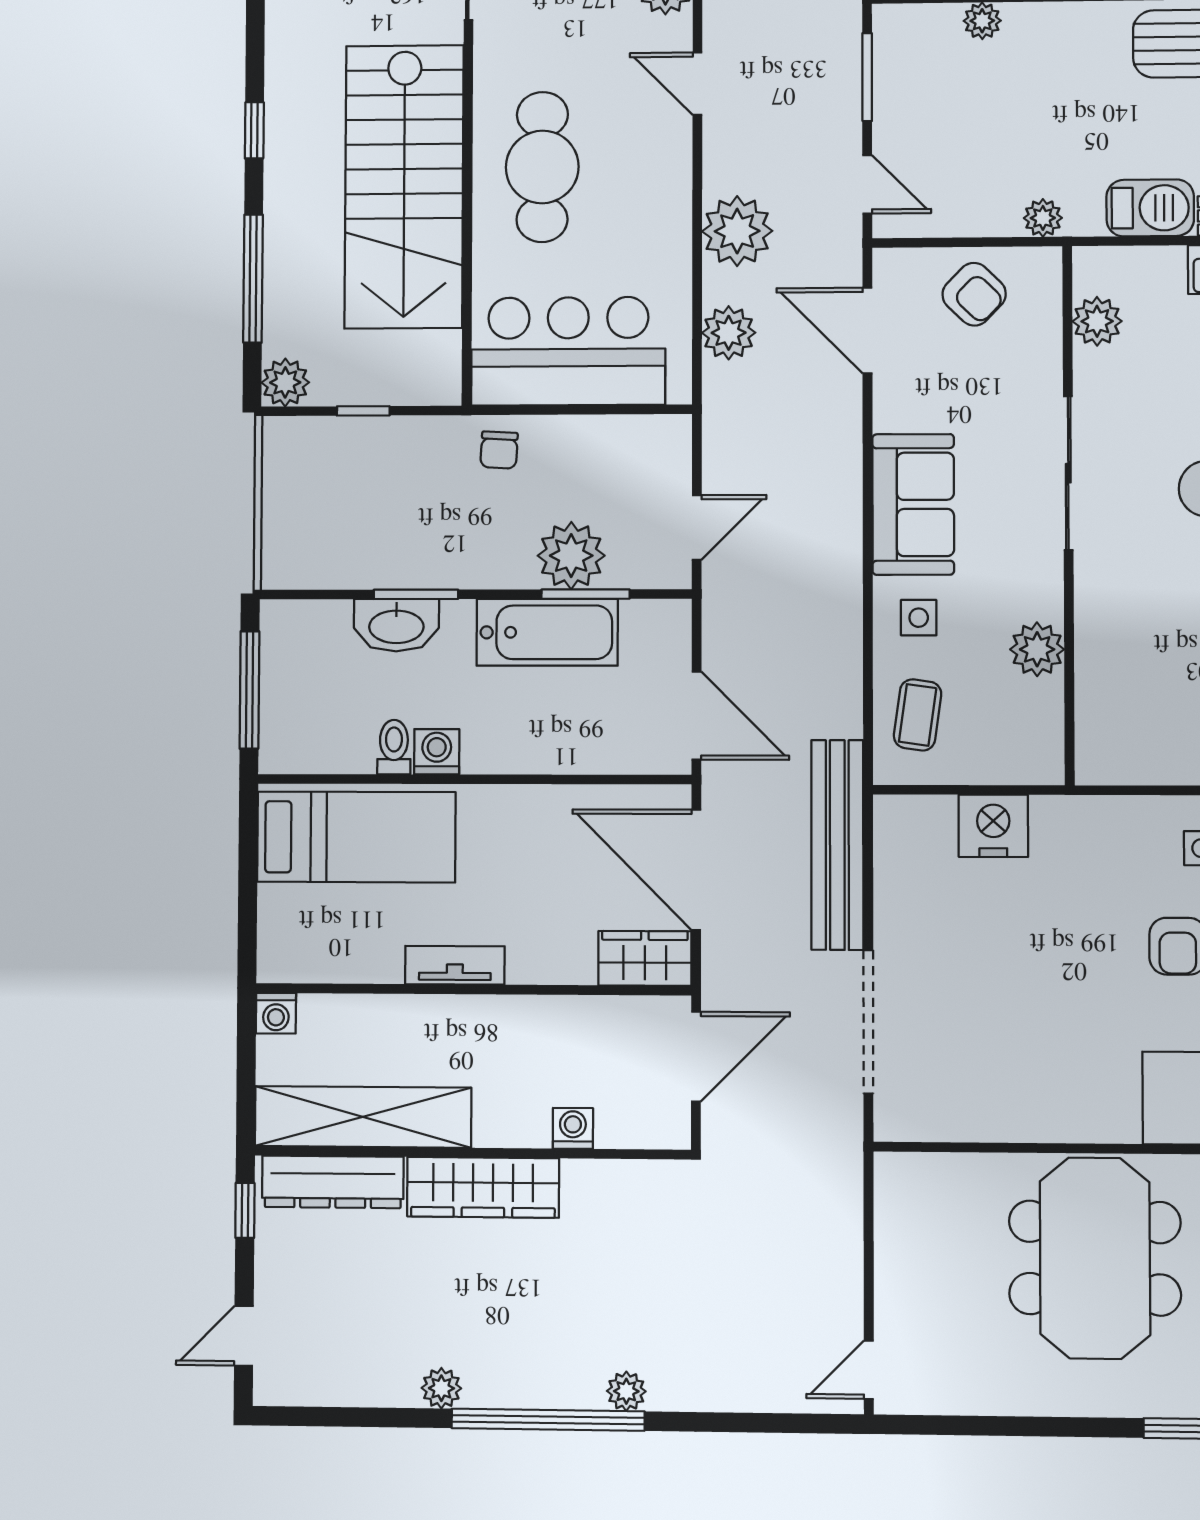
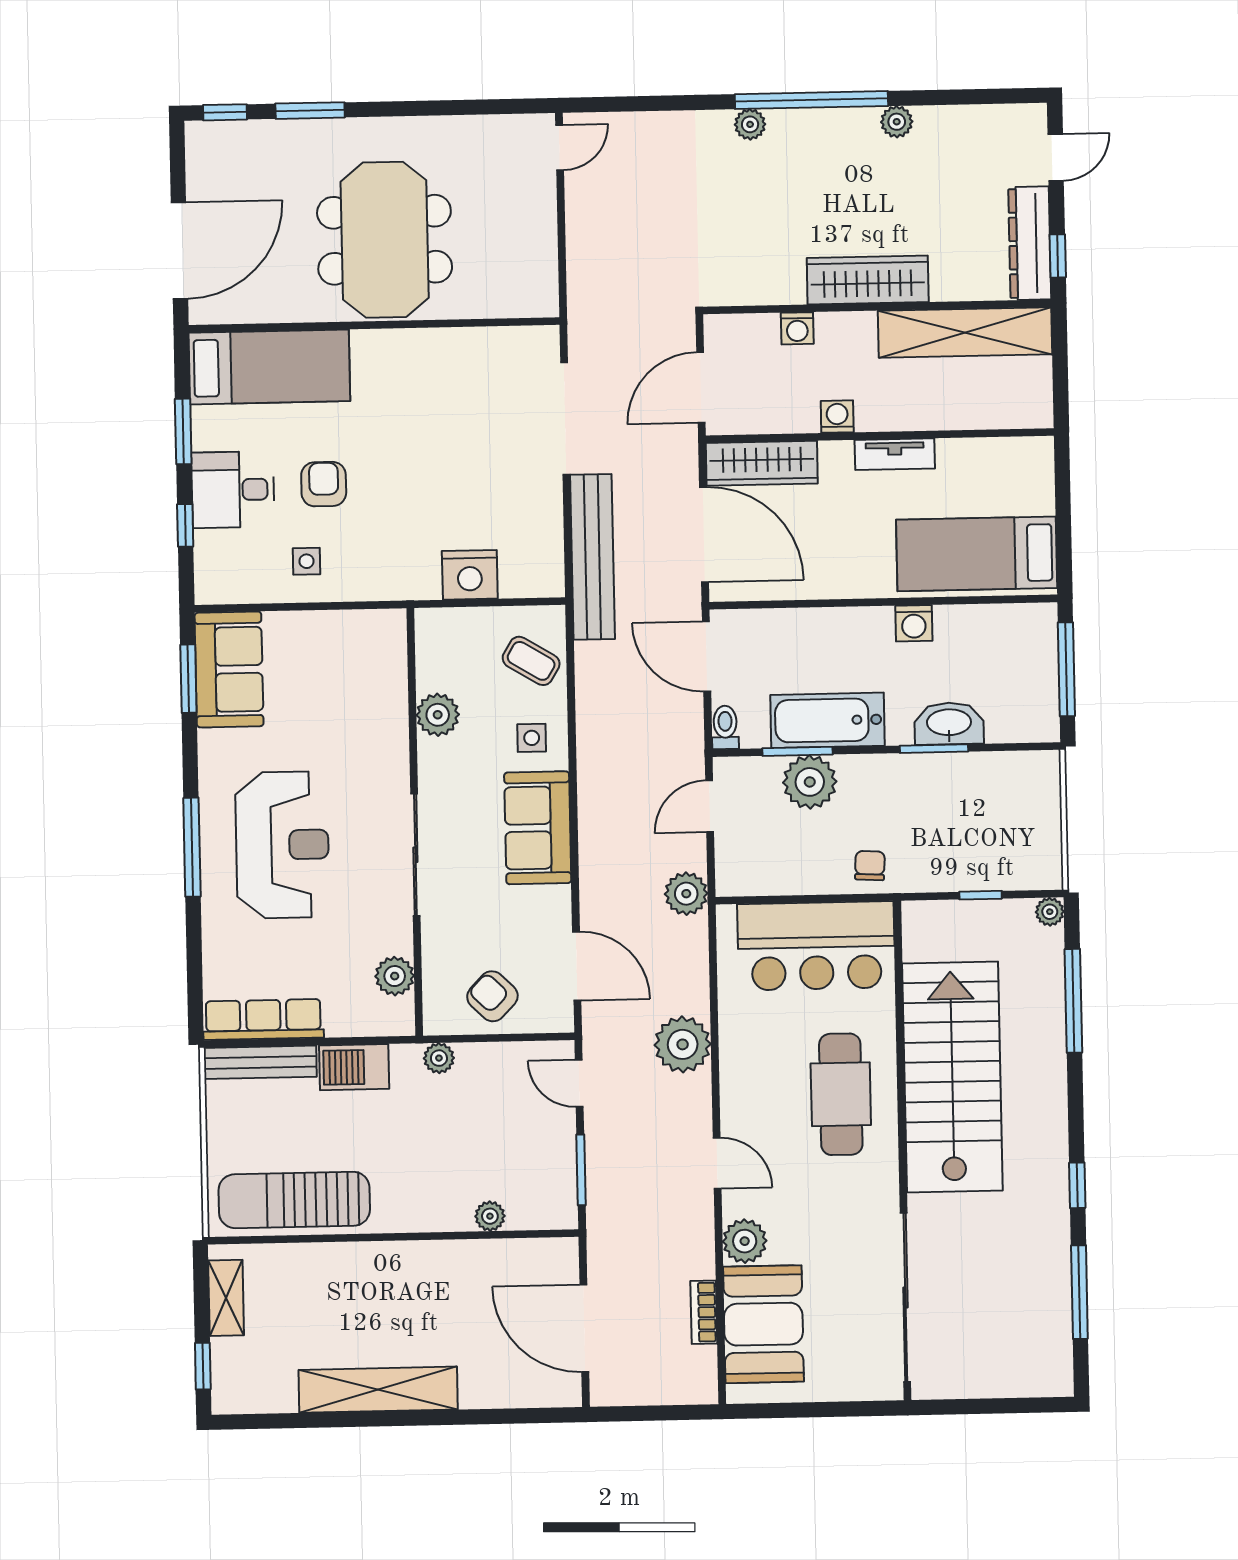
window: (254, 130) -> (1077, 1185), moved
plant: (729, 333) -> (686, 894), moved
plant: (285, 382) -> (1050, 912), width x0.73, depth x0.73
coffee table: (918, 715) -> (531, 661), turned -67
toilet: (394, 747) -> (725, 727), moved, turned 180
wardrobe: (645, 958) -> (762, 463), width x1.50
washing machine: (276, 1013) -> (837, 417), moved
dresser: (333, 1182) -> (1030, 243), moved, turned -90

